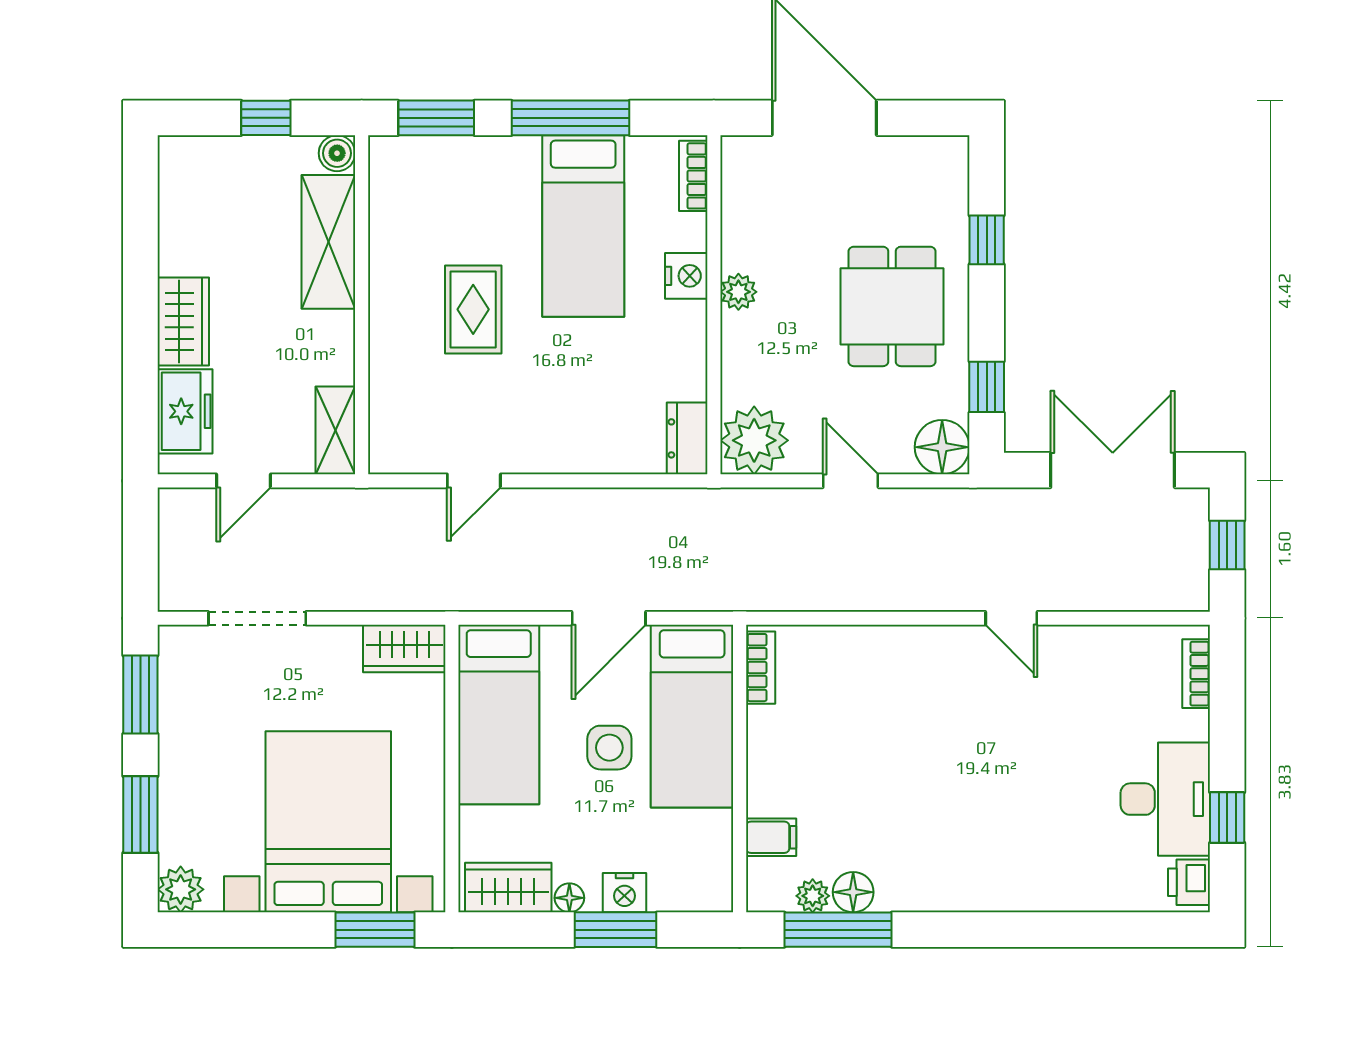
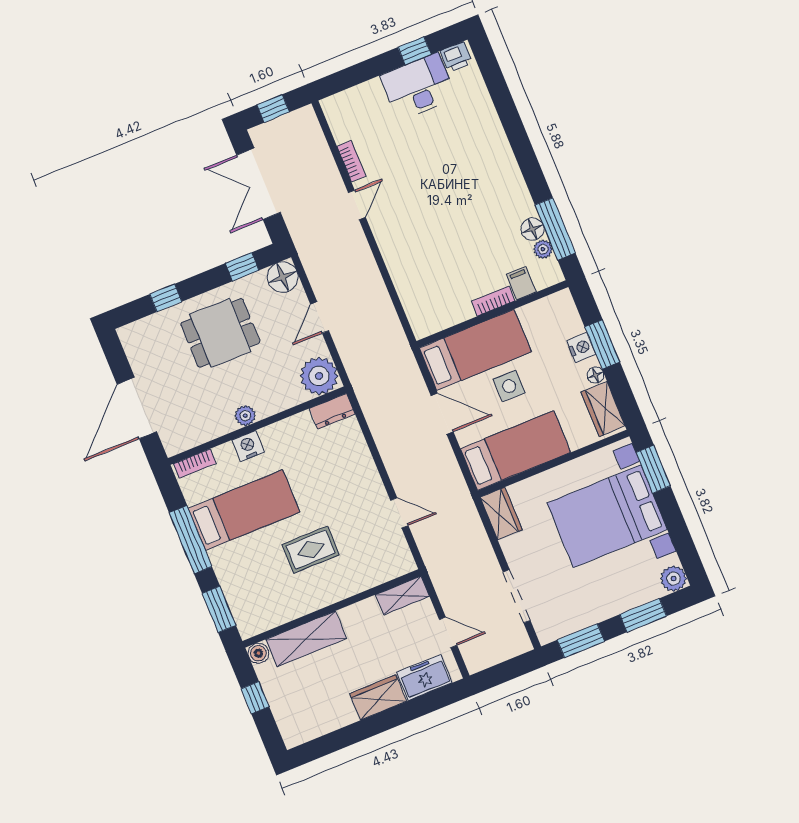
bookcase: (761, 668) -> (493, 301), moved
bookcase: (1196, 674) -> (351, 161), moved, turned -90

